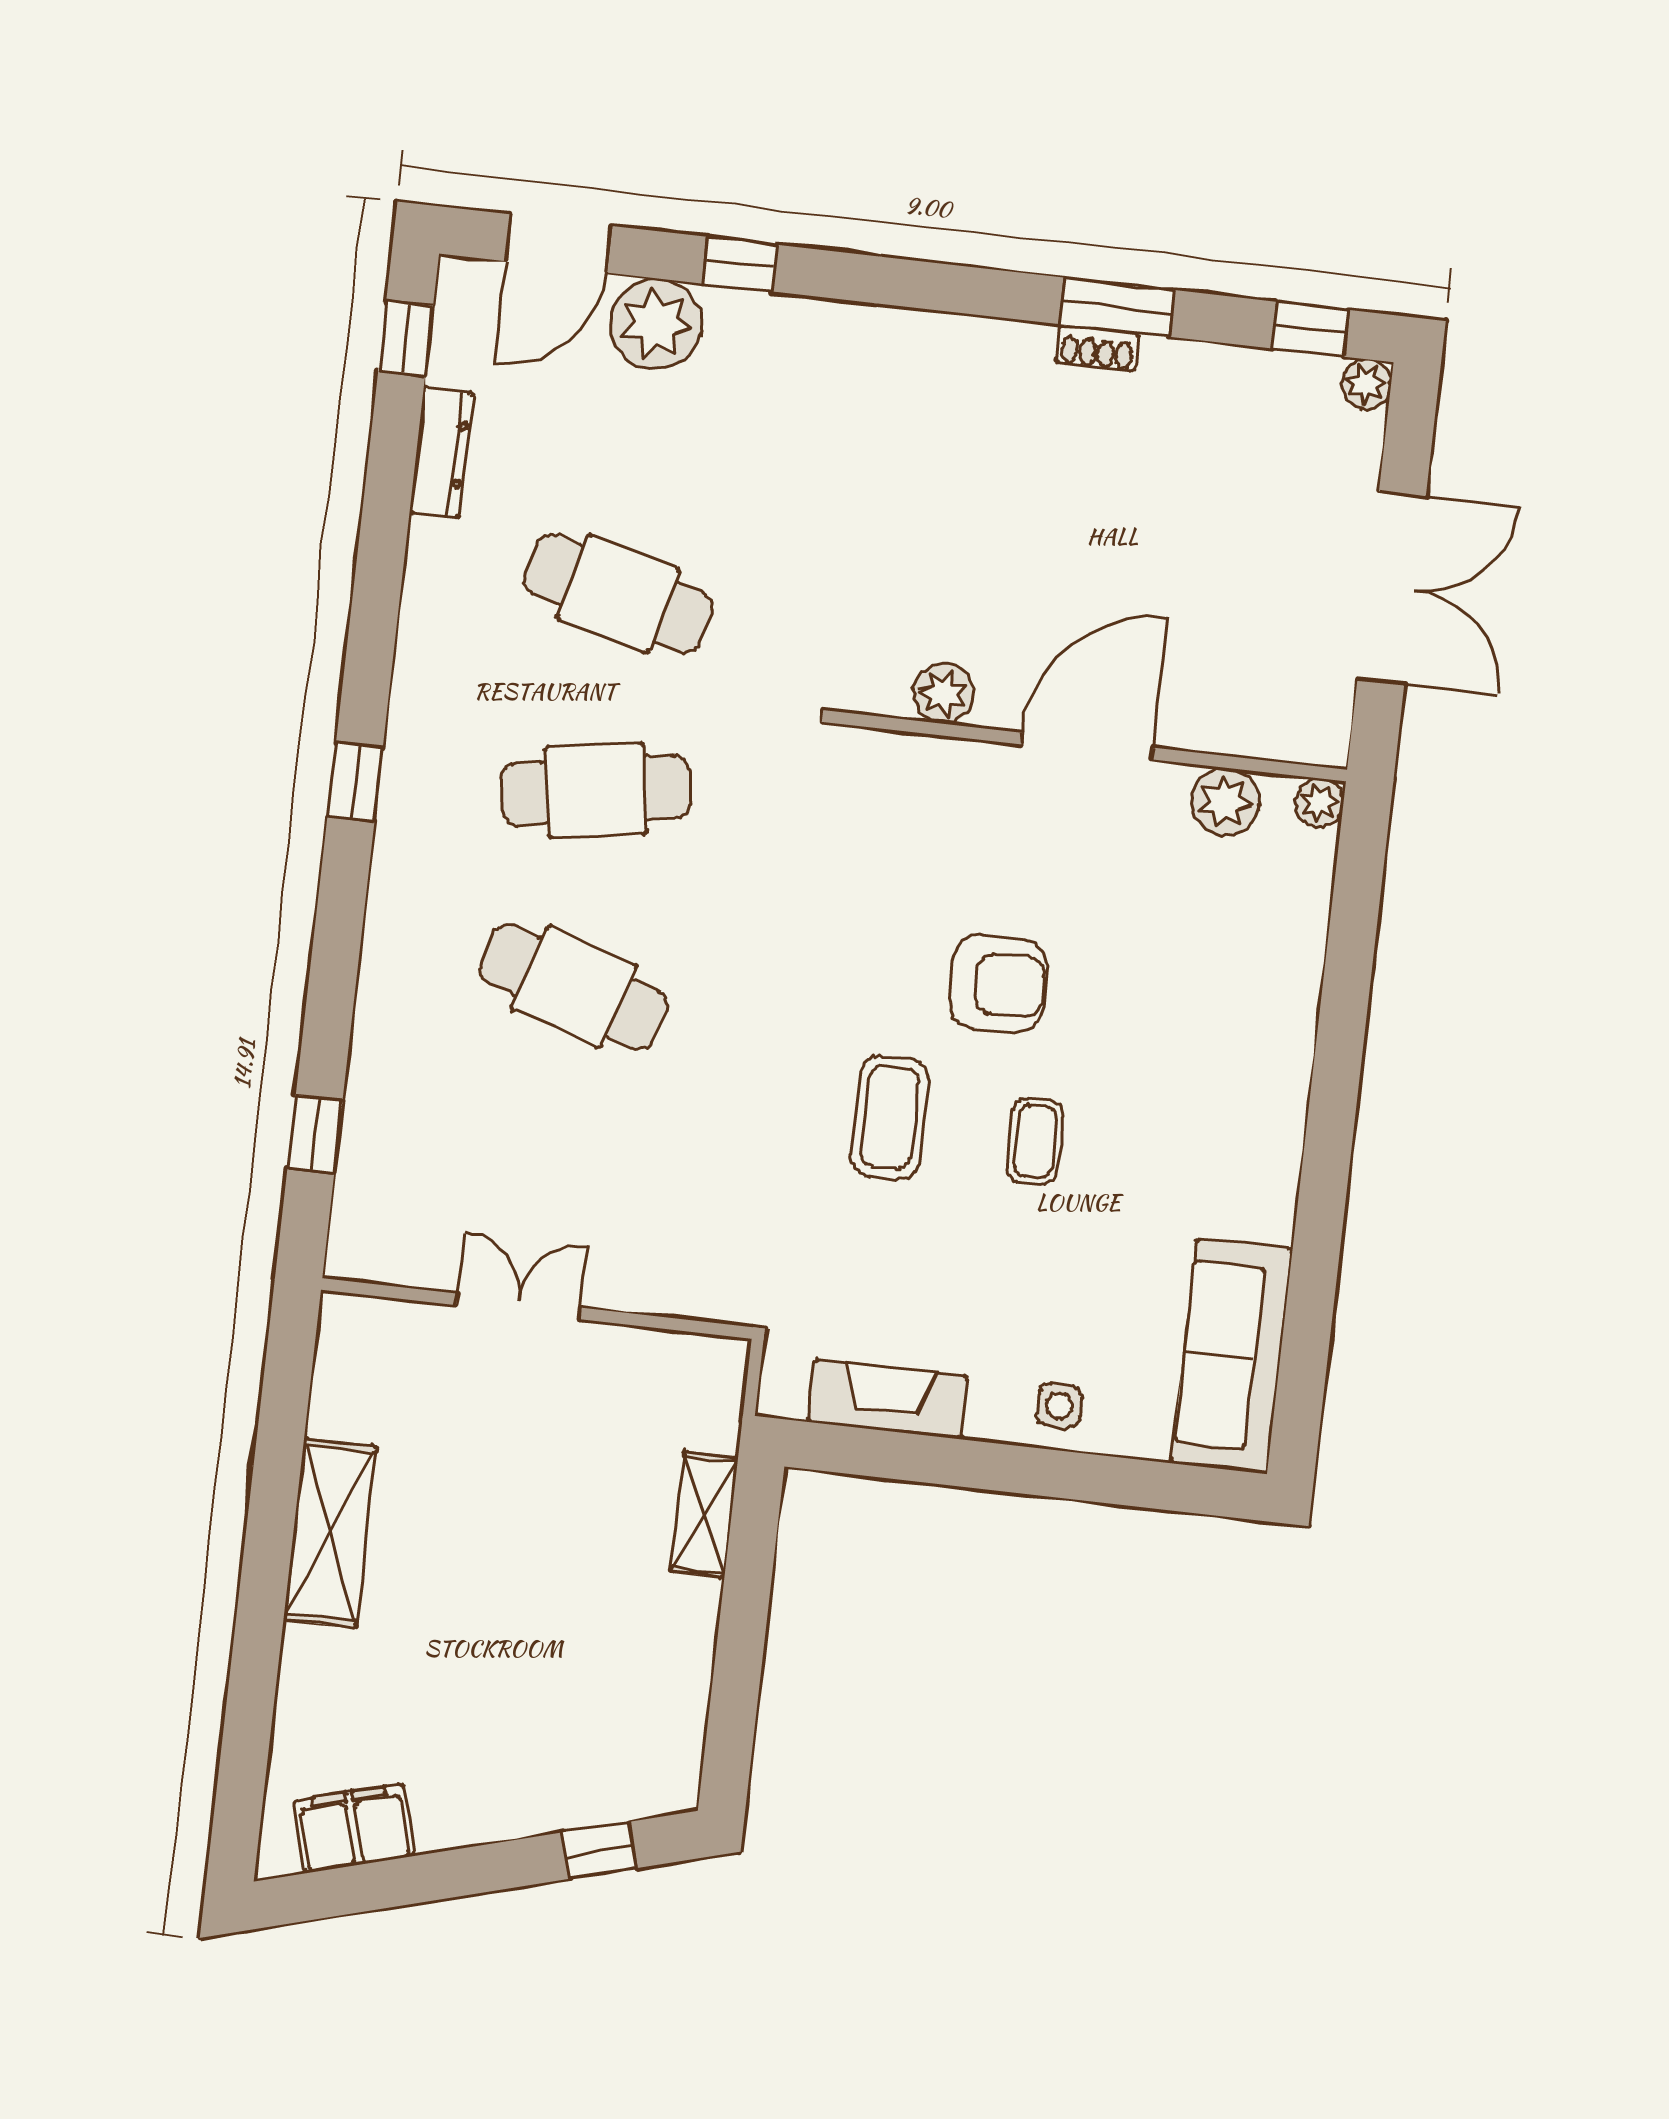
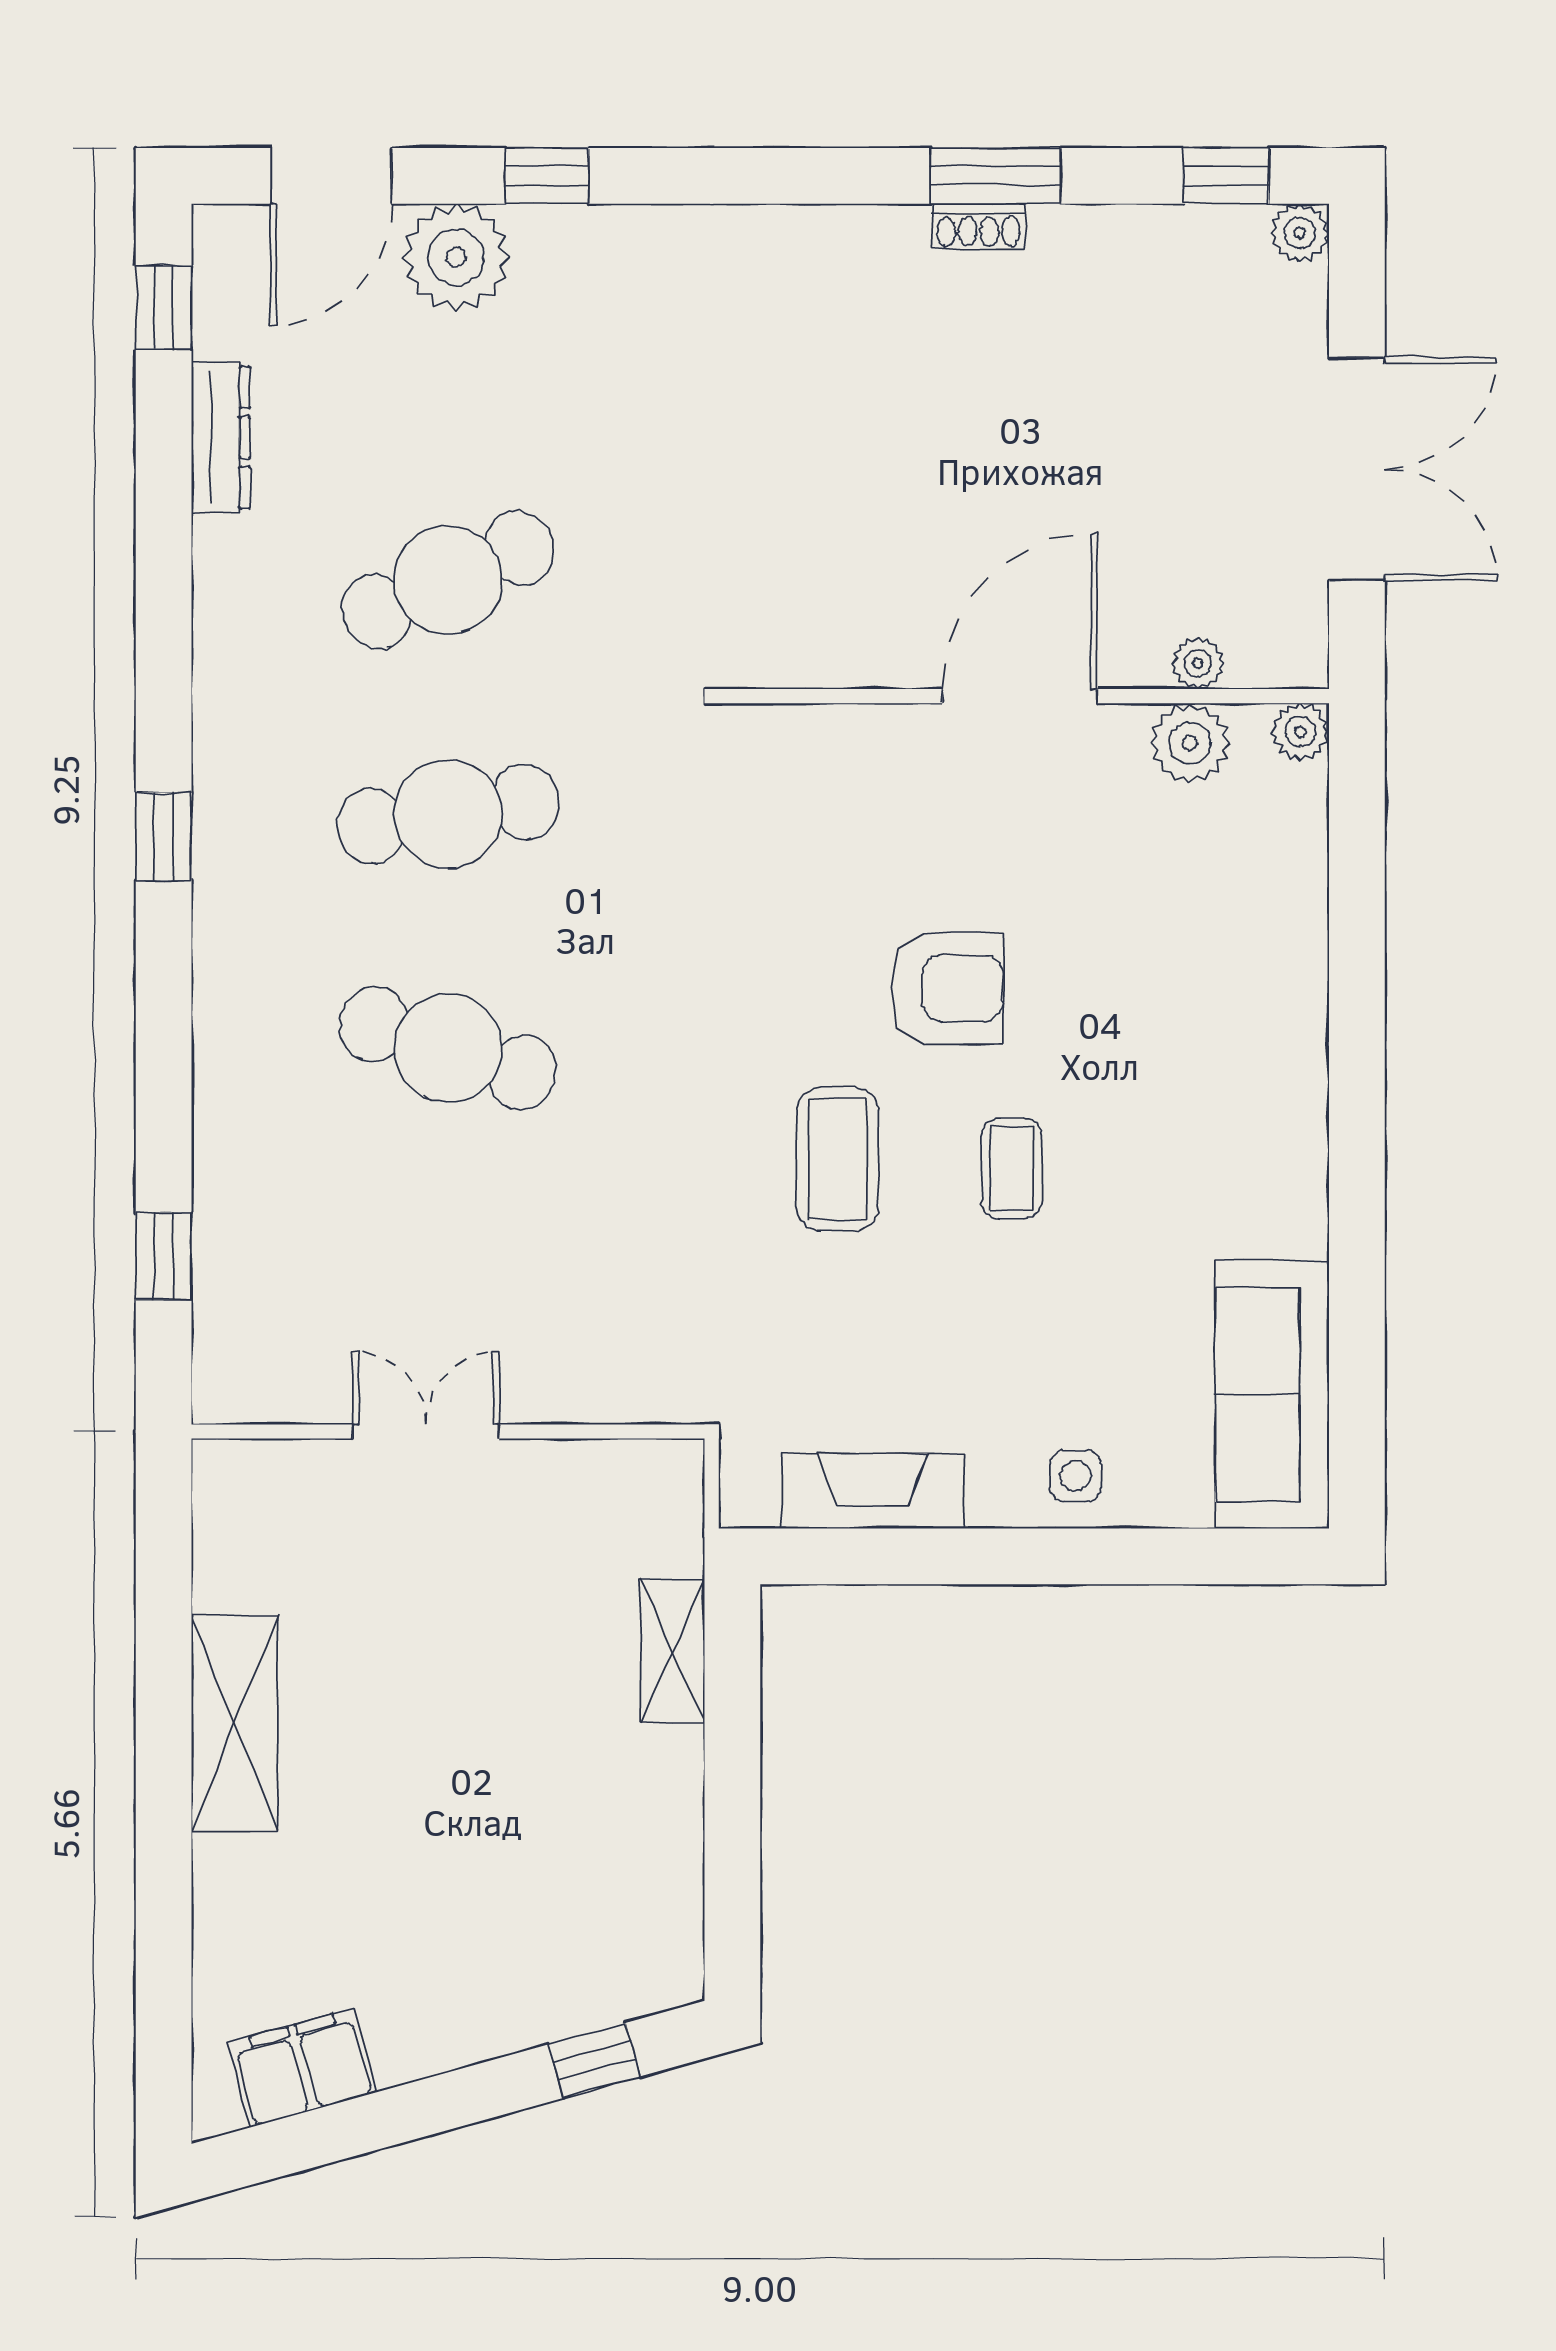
cafe table: (618, 594) -> (448, 580), turned -39
plant: (944, 693) -> (1198, 663), moved, width x0.73, depth x0.73

